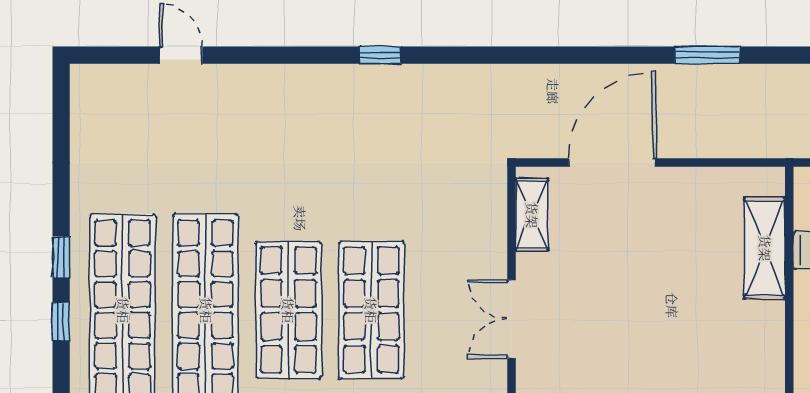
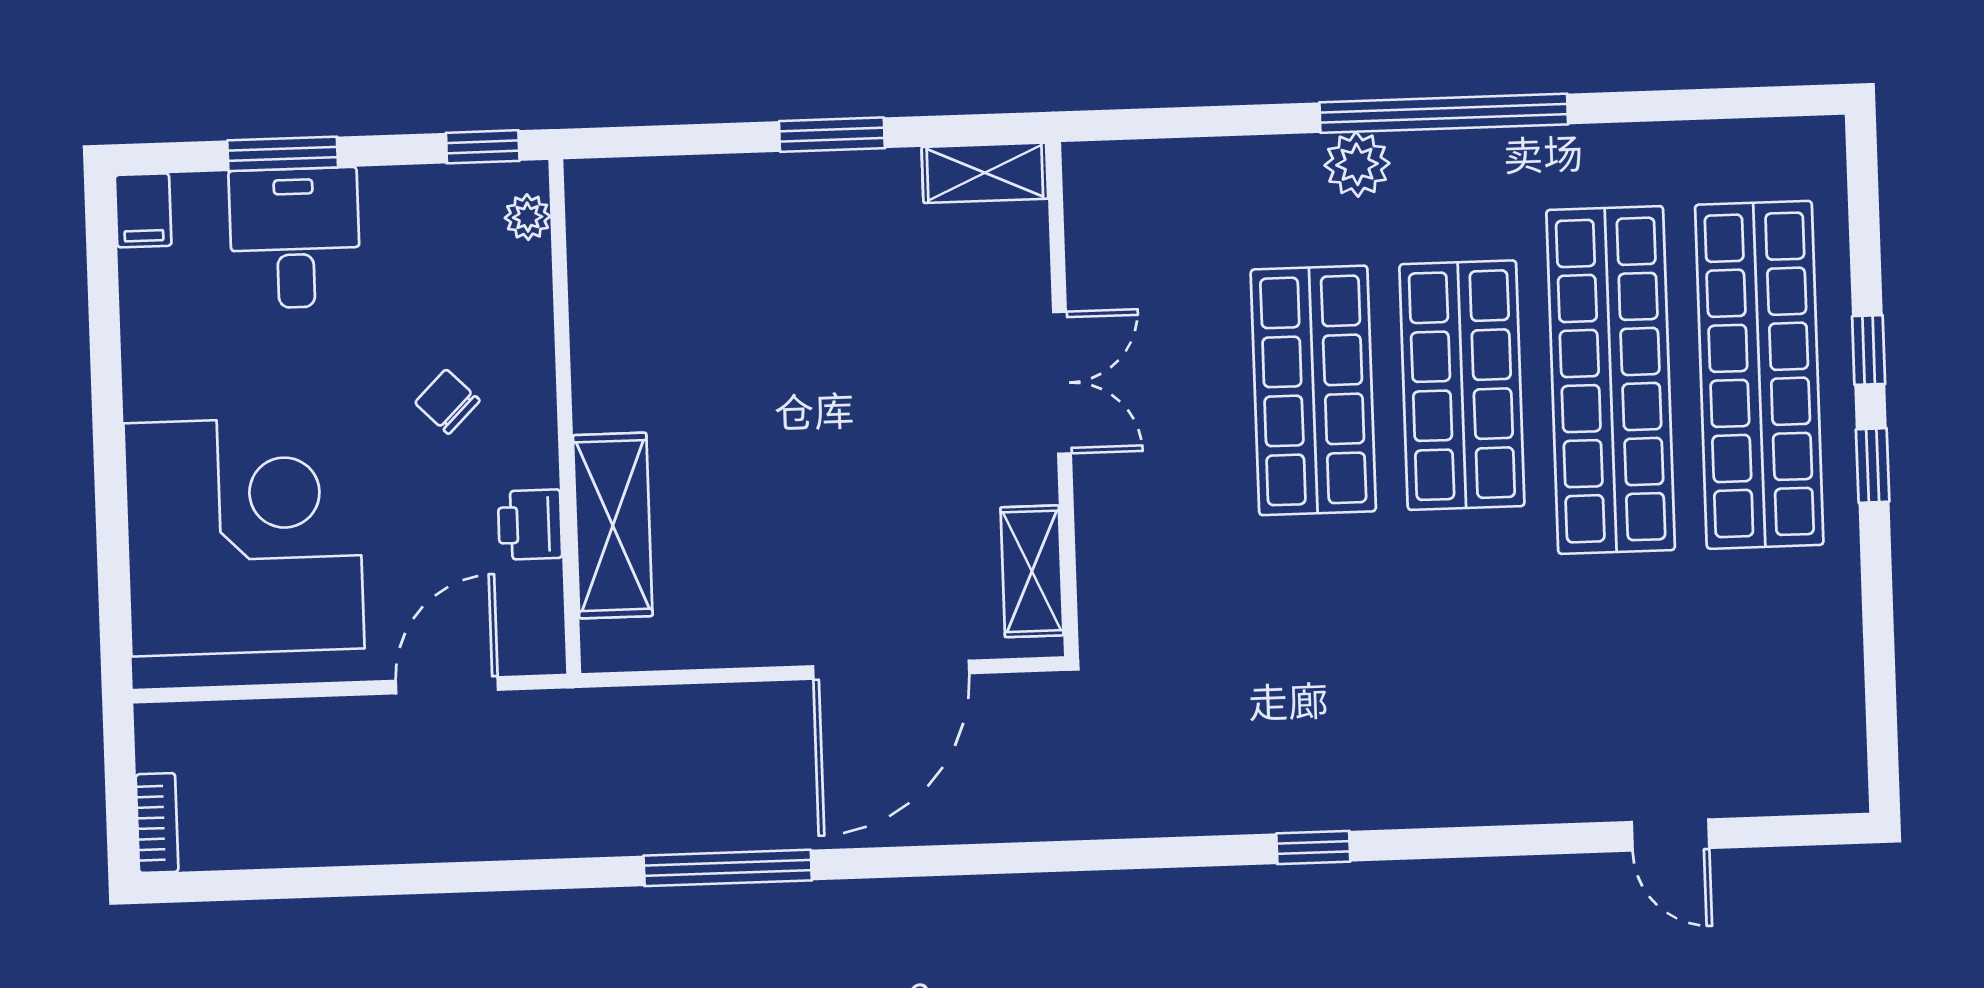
window: (707, 55) -> (728, 868), width x1.44

